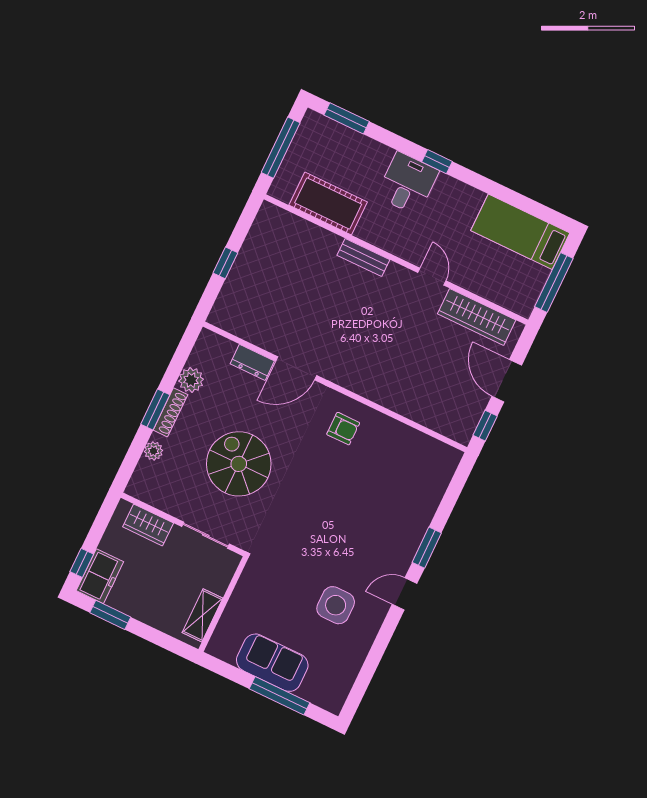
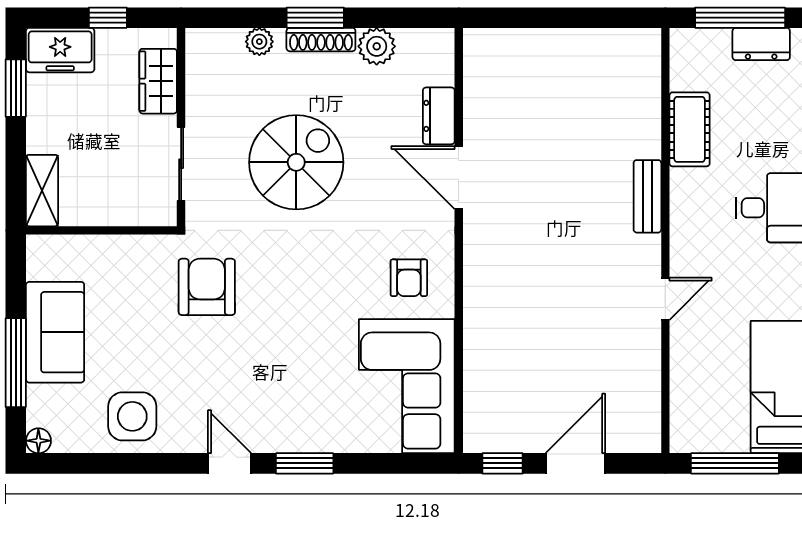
dresser: (303, 142) -> (761, 44), added
cot: (328, 204) -> (690, 129), width x0.73, depth x0.75
window: (225, 263) -> (553, 18), removed
wardrobe: (477, 317) -> (641, 383), removed
corner sofa: (409, 462) -> (407, 386), added
armchair: (289, 556) -> (207, 287), added
window: (82, 563) -> (108, 18), moved
side table: (336, 605) -> (132, 416), moved
shelving: (202, 615) -> (42, 191), moved, turned 90
floor lamp: (334, 705) -> (38, 441), added

